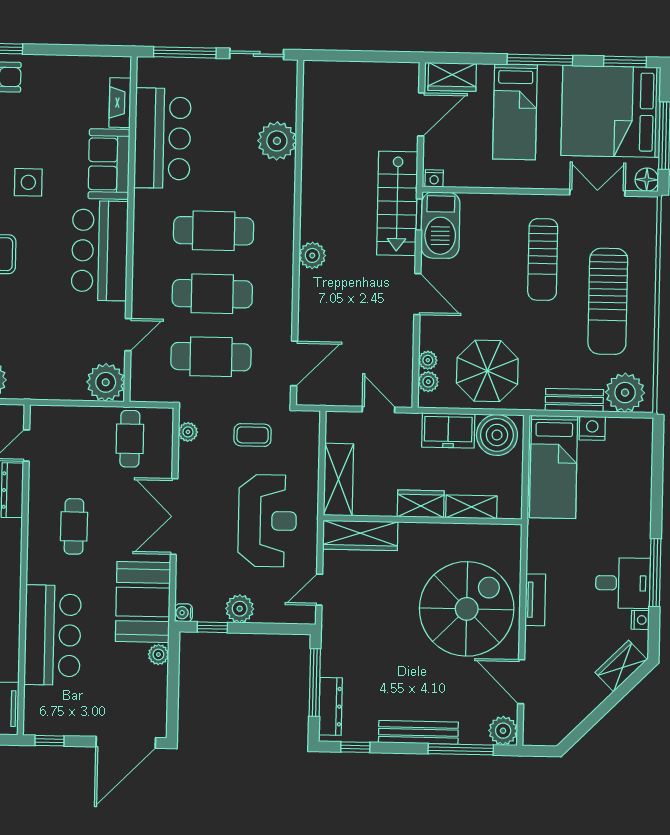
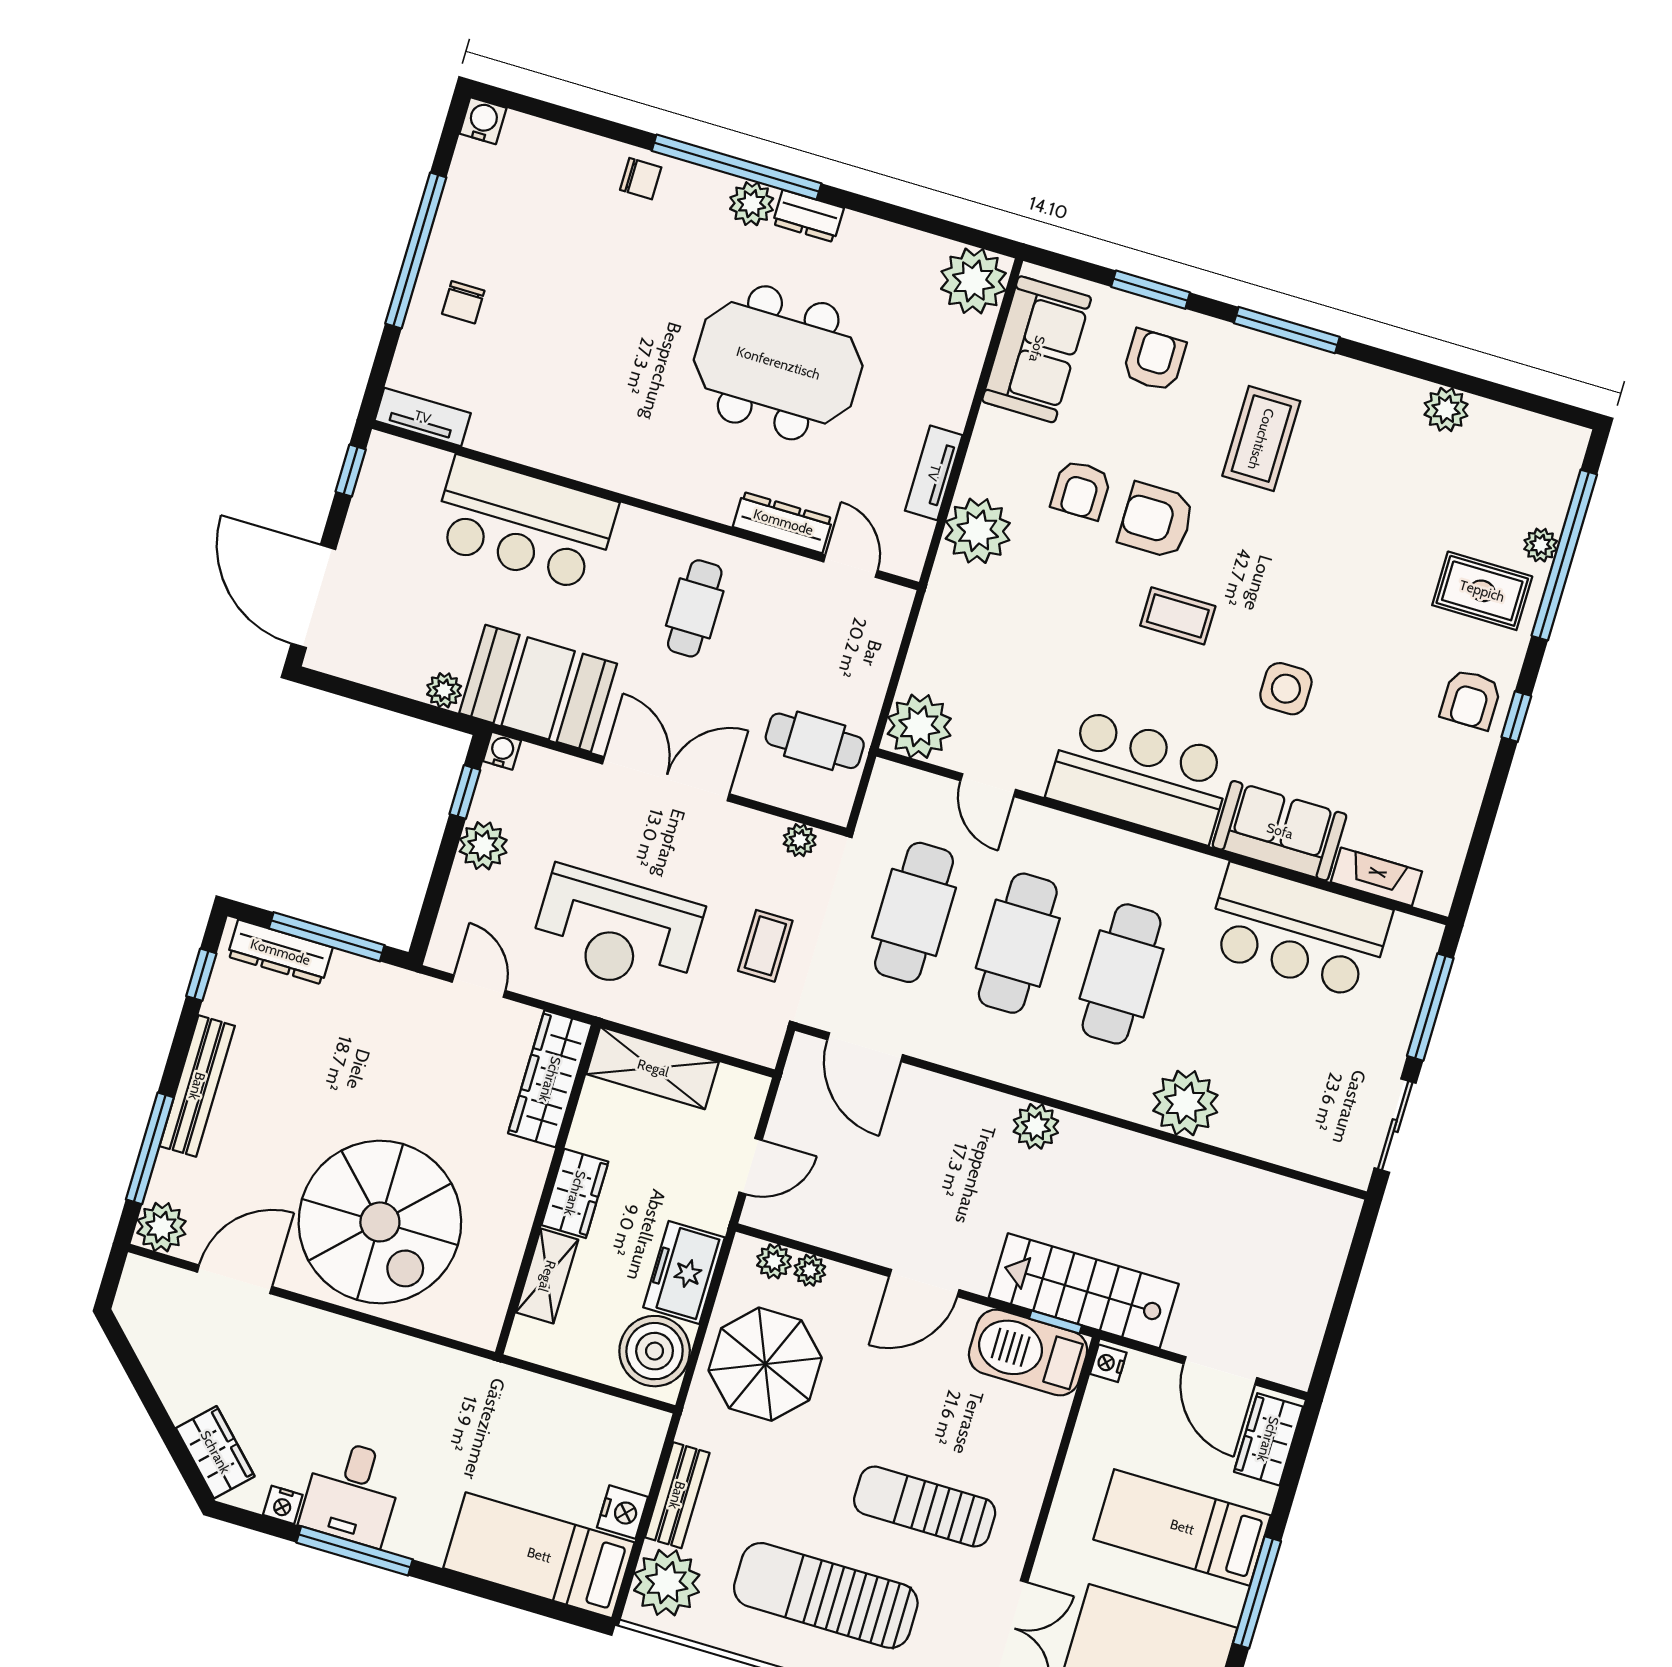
plant: (277, 141) -> (1185, 1103), moved
bed: (554, 467) -> (539, 1555), moved
cafe table: (74, 526) -> (695, 608), turned 90
tv unit: (535, 600) -> (364, 1340), removed

